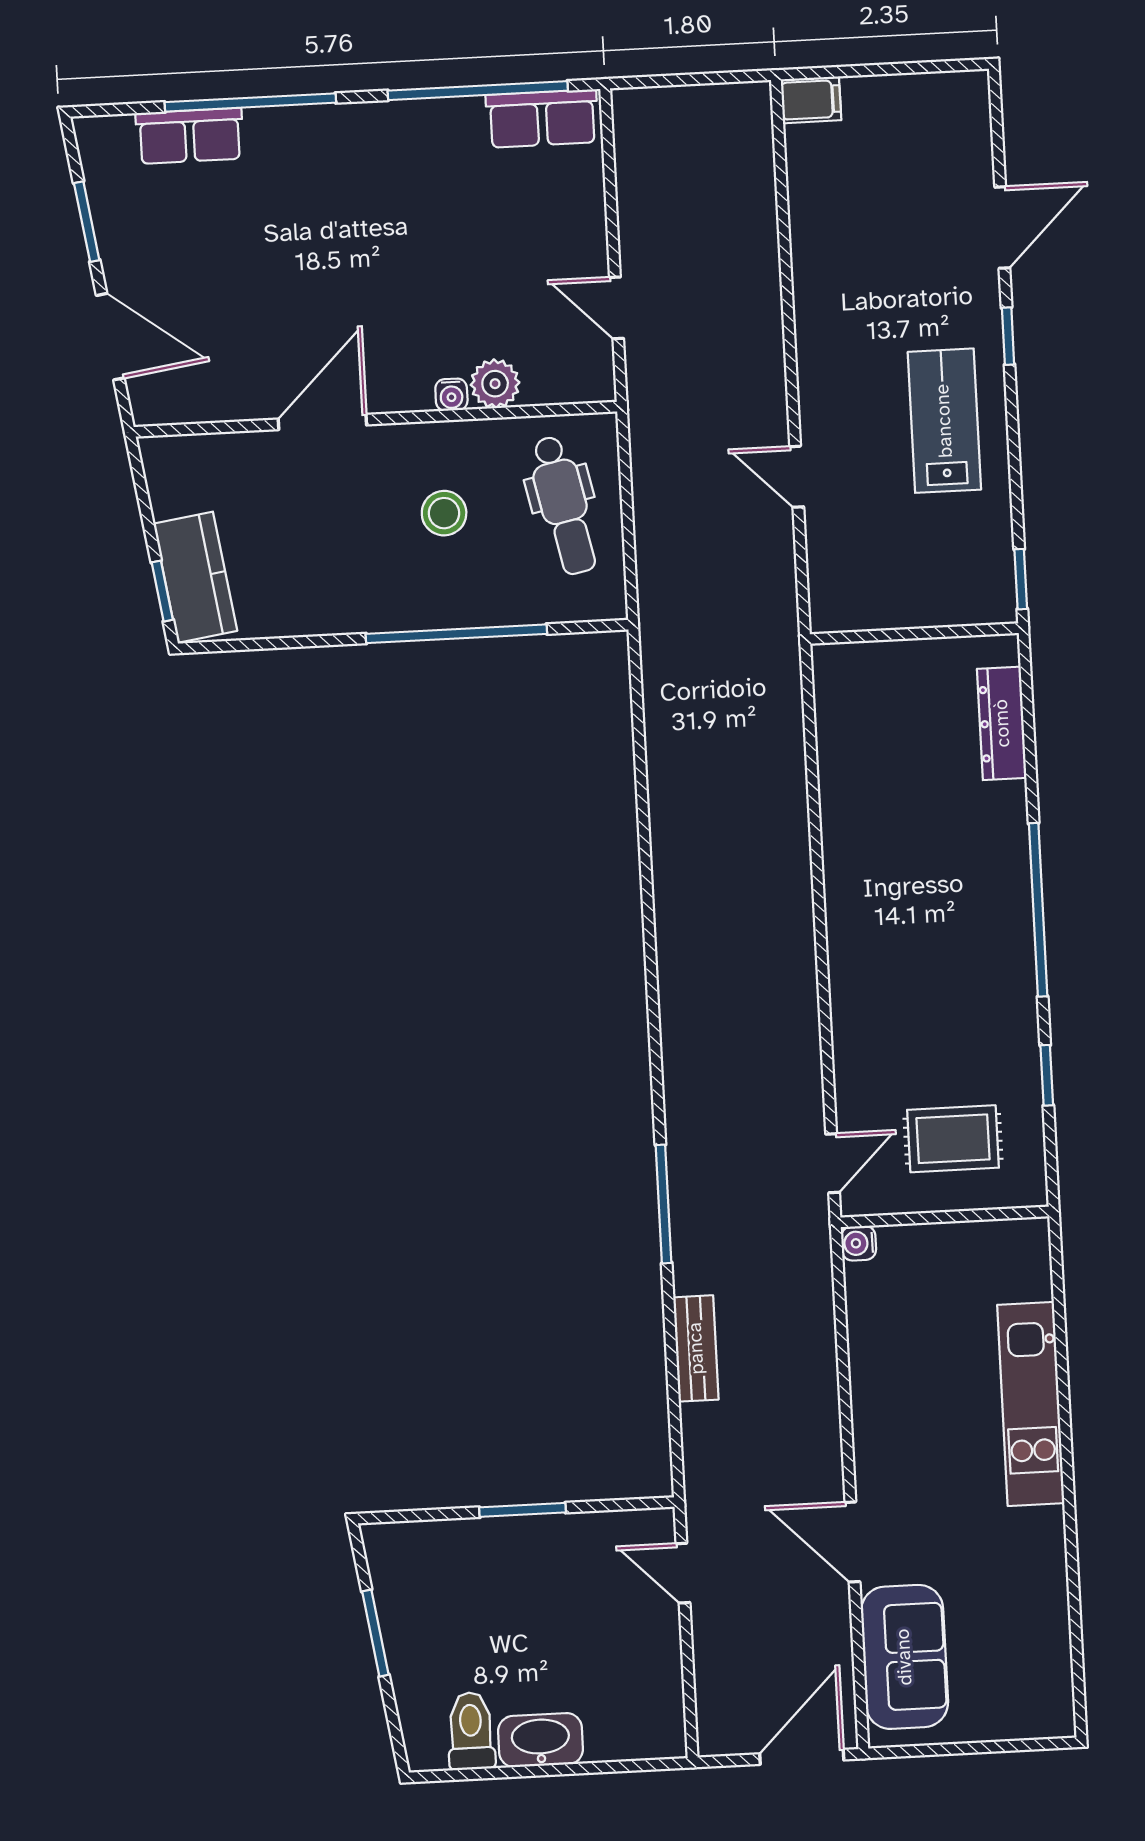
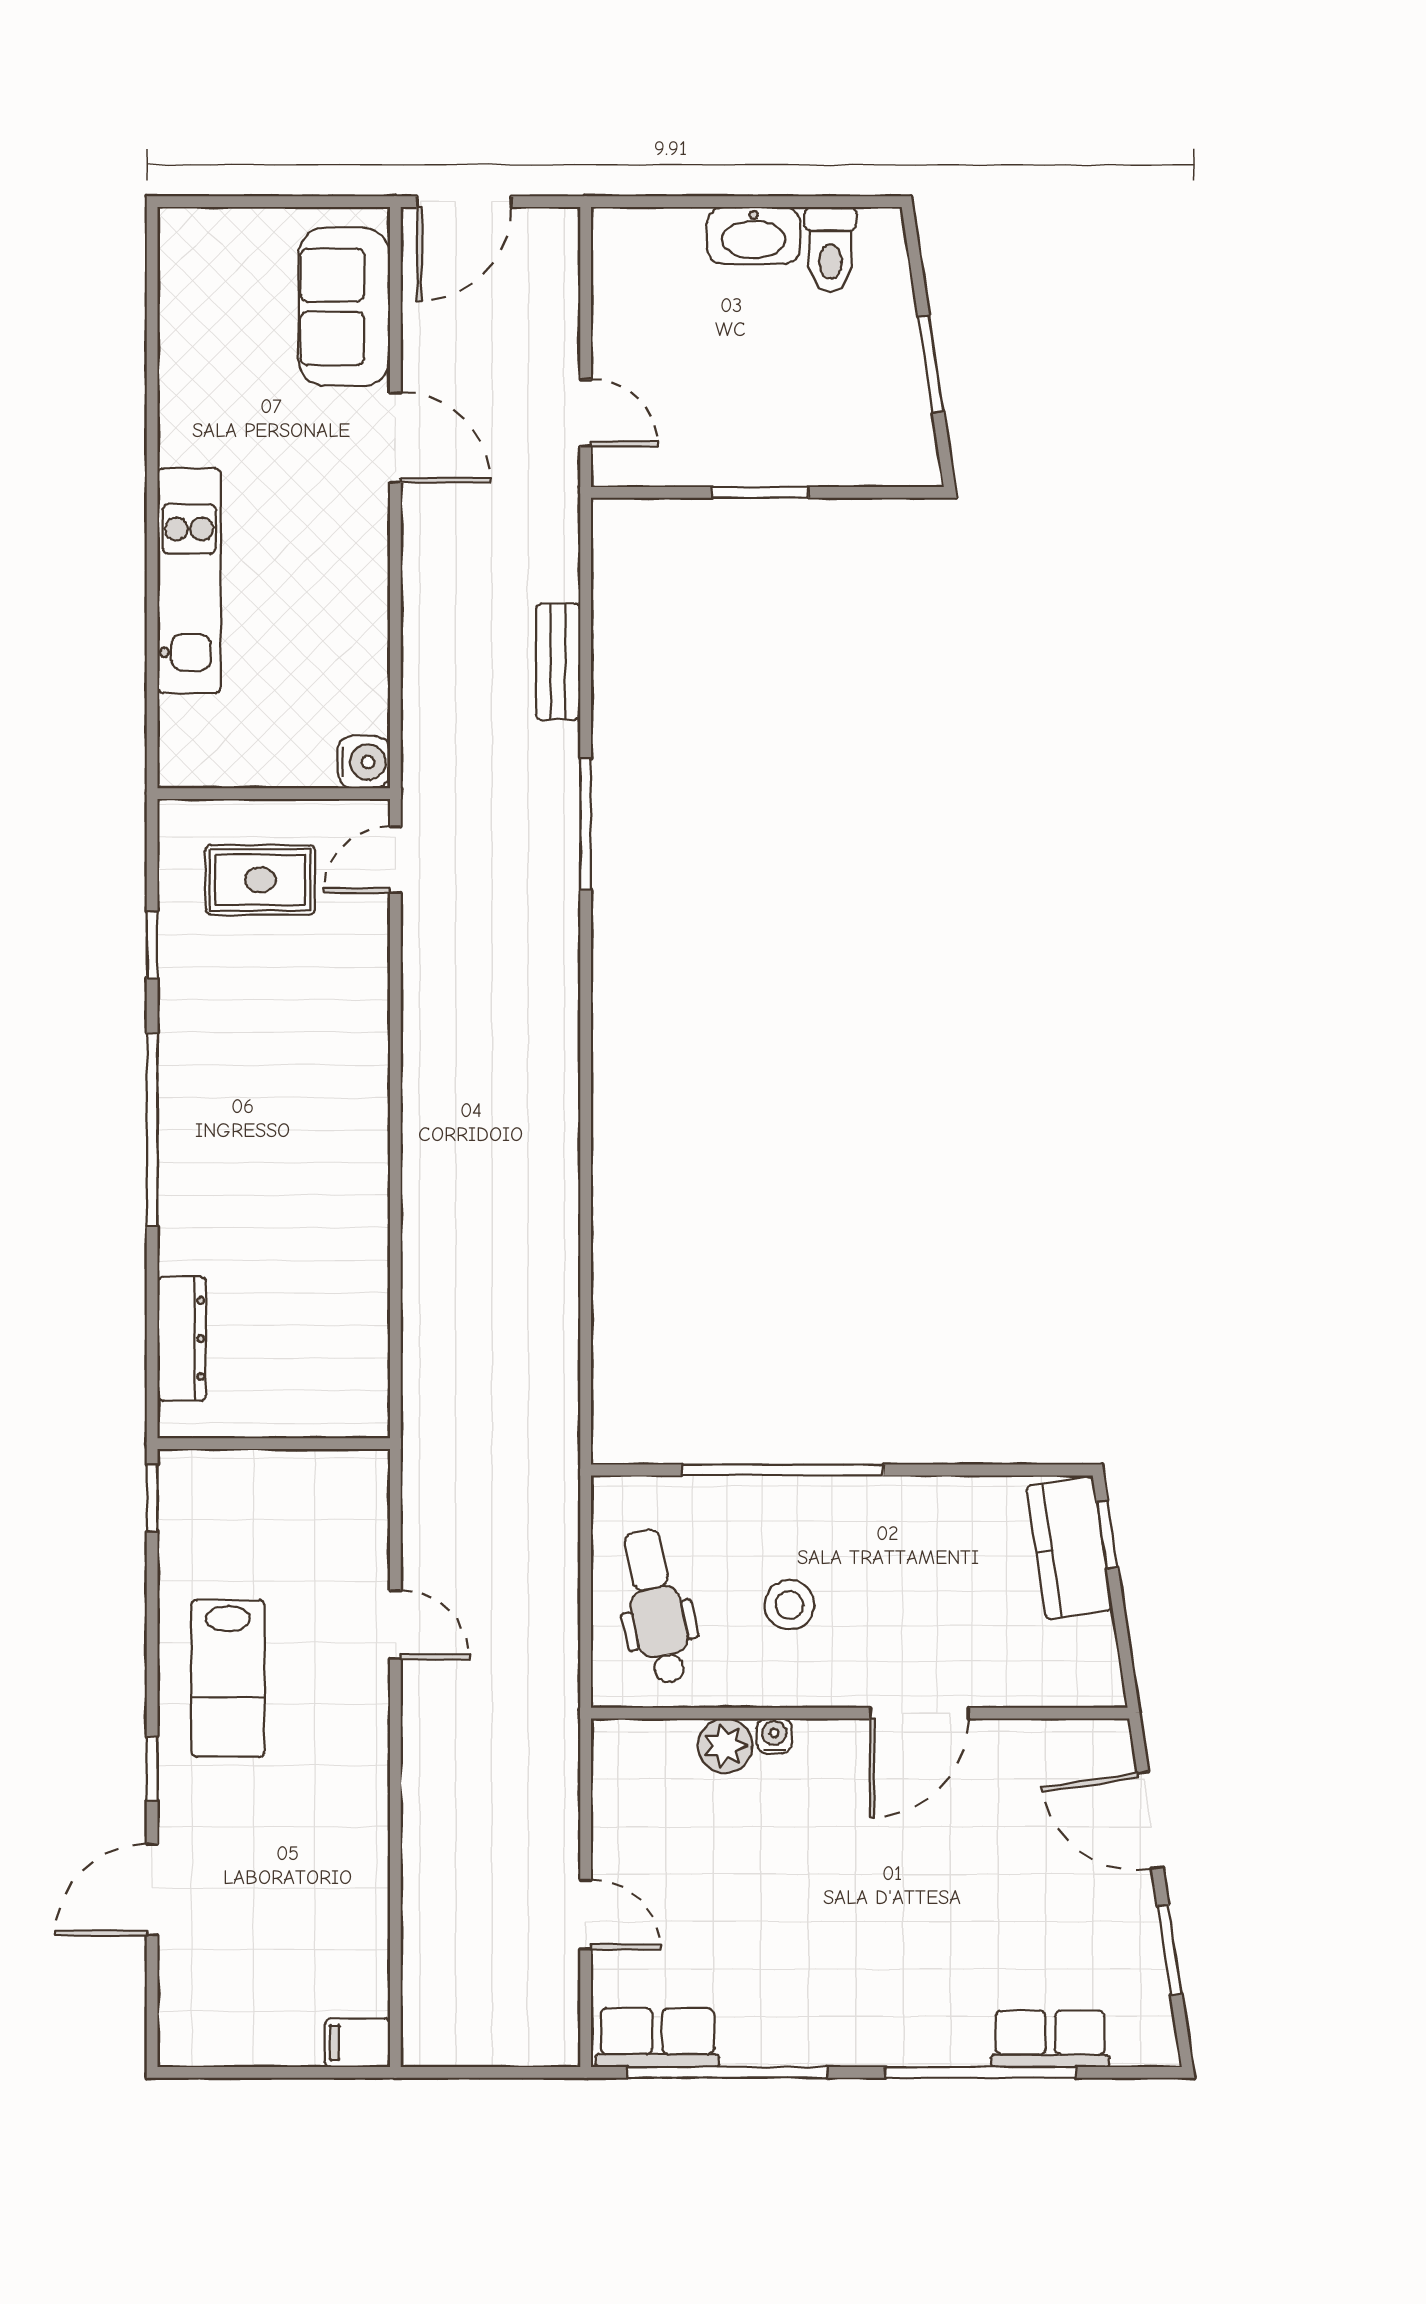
door: (617, 308) -> (586, 1914), moved
water cooler: (859, 1243) -> (364, 762), width x1.38, depth x1.38

